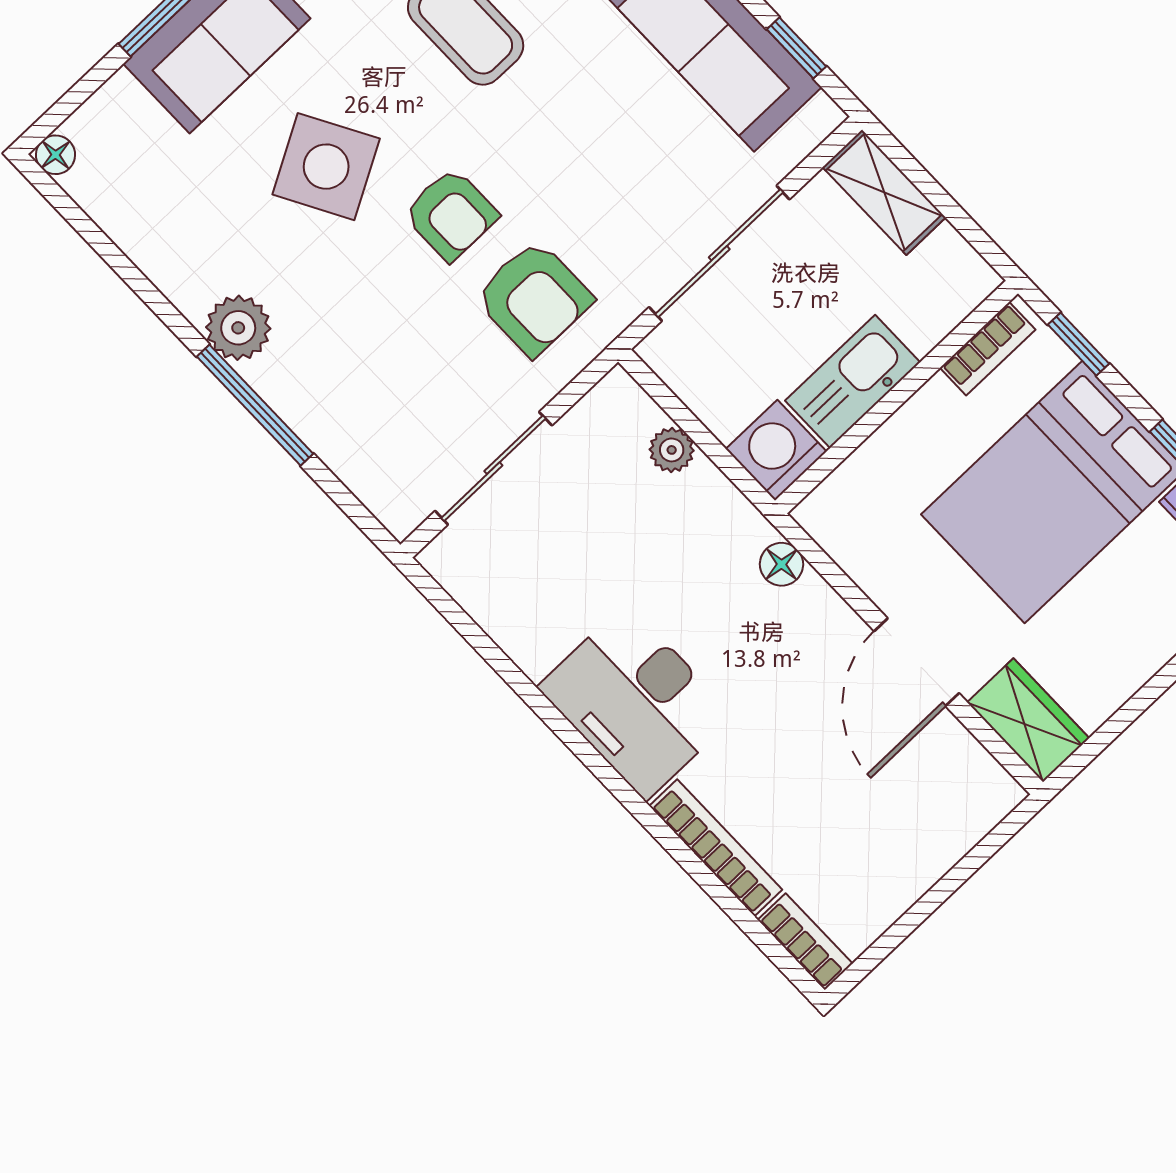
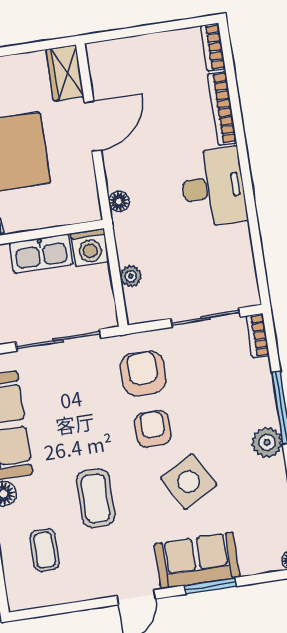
bookcase: (382, 500) -> (258, 336), added

